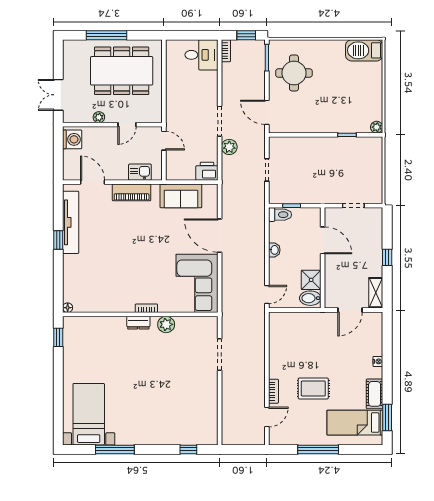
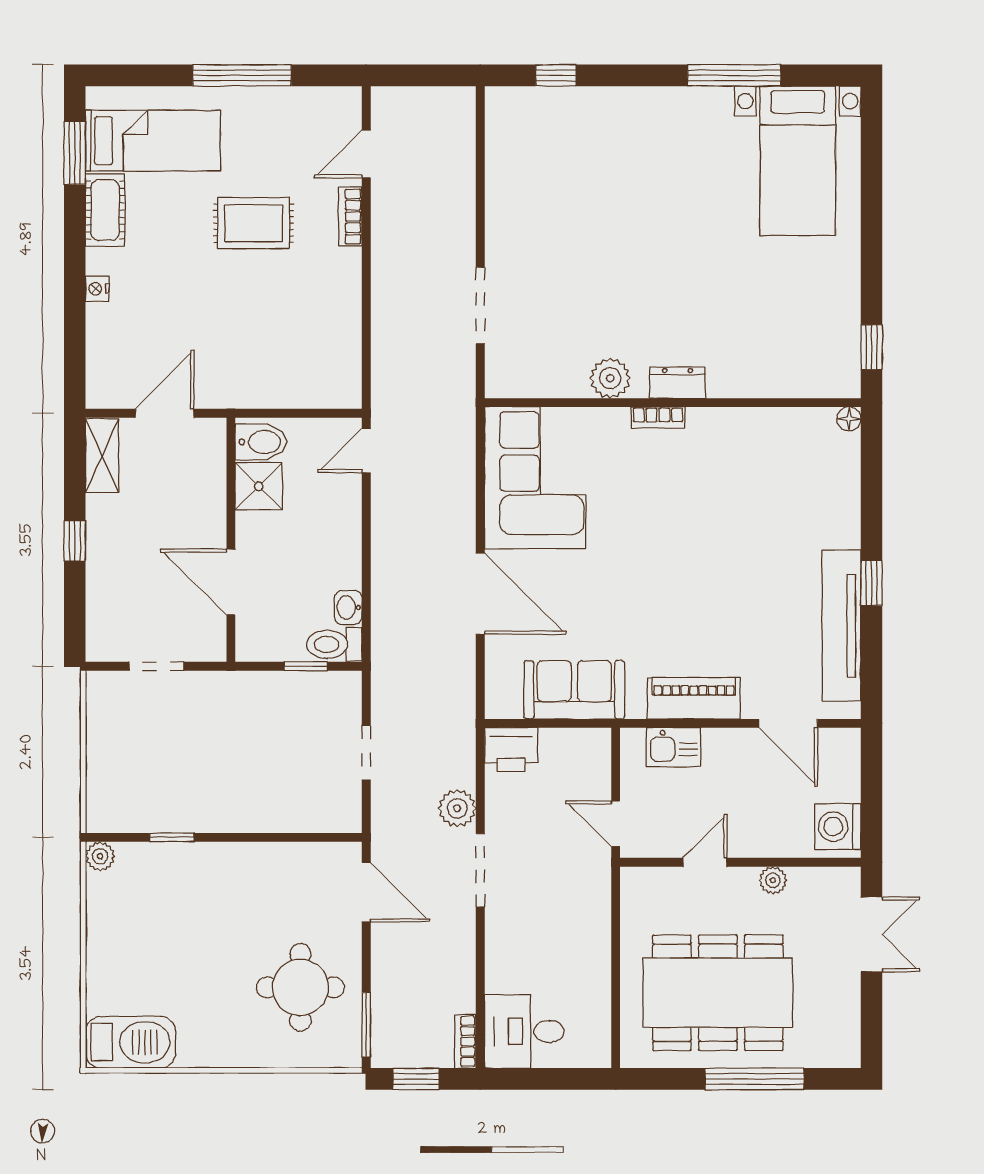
washbasin: (274, 250) -> (348, 607), moved

